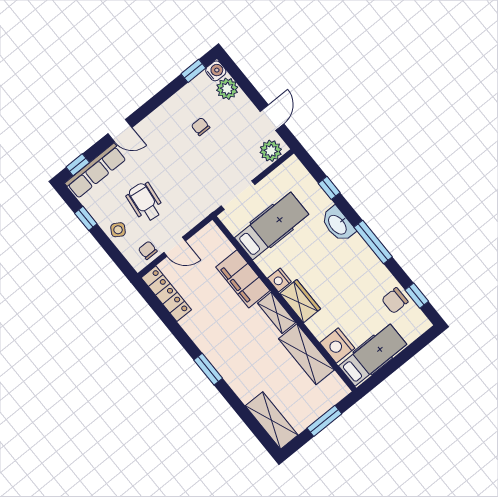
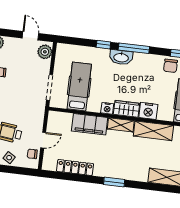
window: (329, 188) -> (103, 45), moved
washbasin: (338, 224) -> (121, 57), moved
locker: (166, 294) -> (75, 168), moved
nightstand: (337, 345) -> (148, 111), moved

